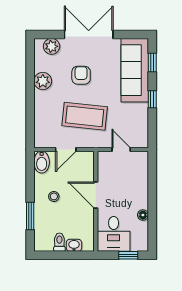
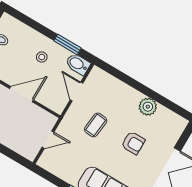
plant: (52, 46) -> (173, 132), removed
coffee table: (85, 116) -> (96, 125), width x0.54, depth x0.58
window: (30, 216) -> (68, 44), moved

